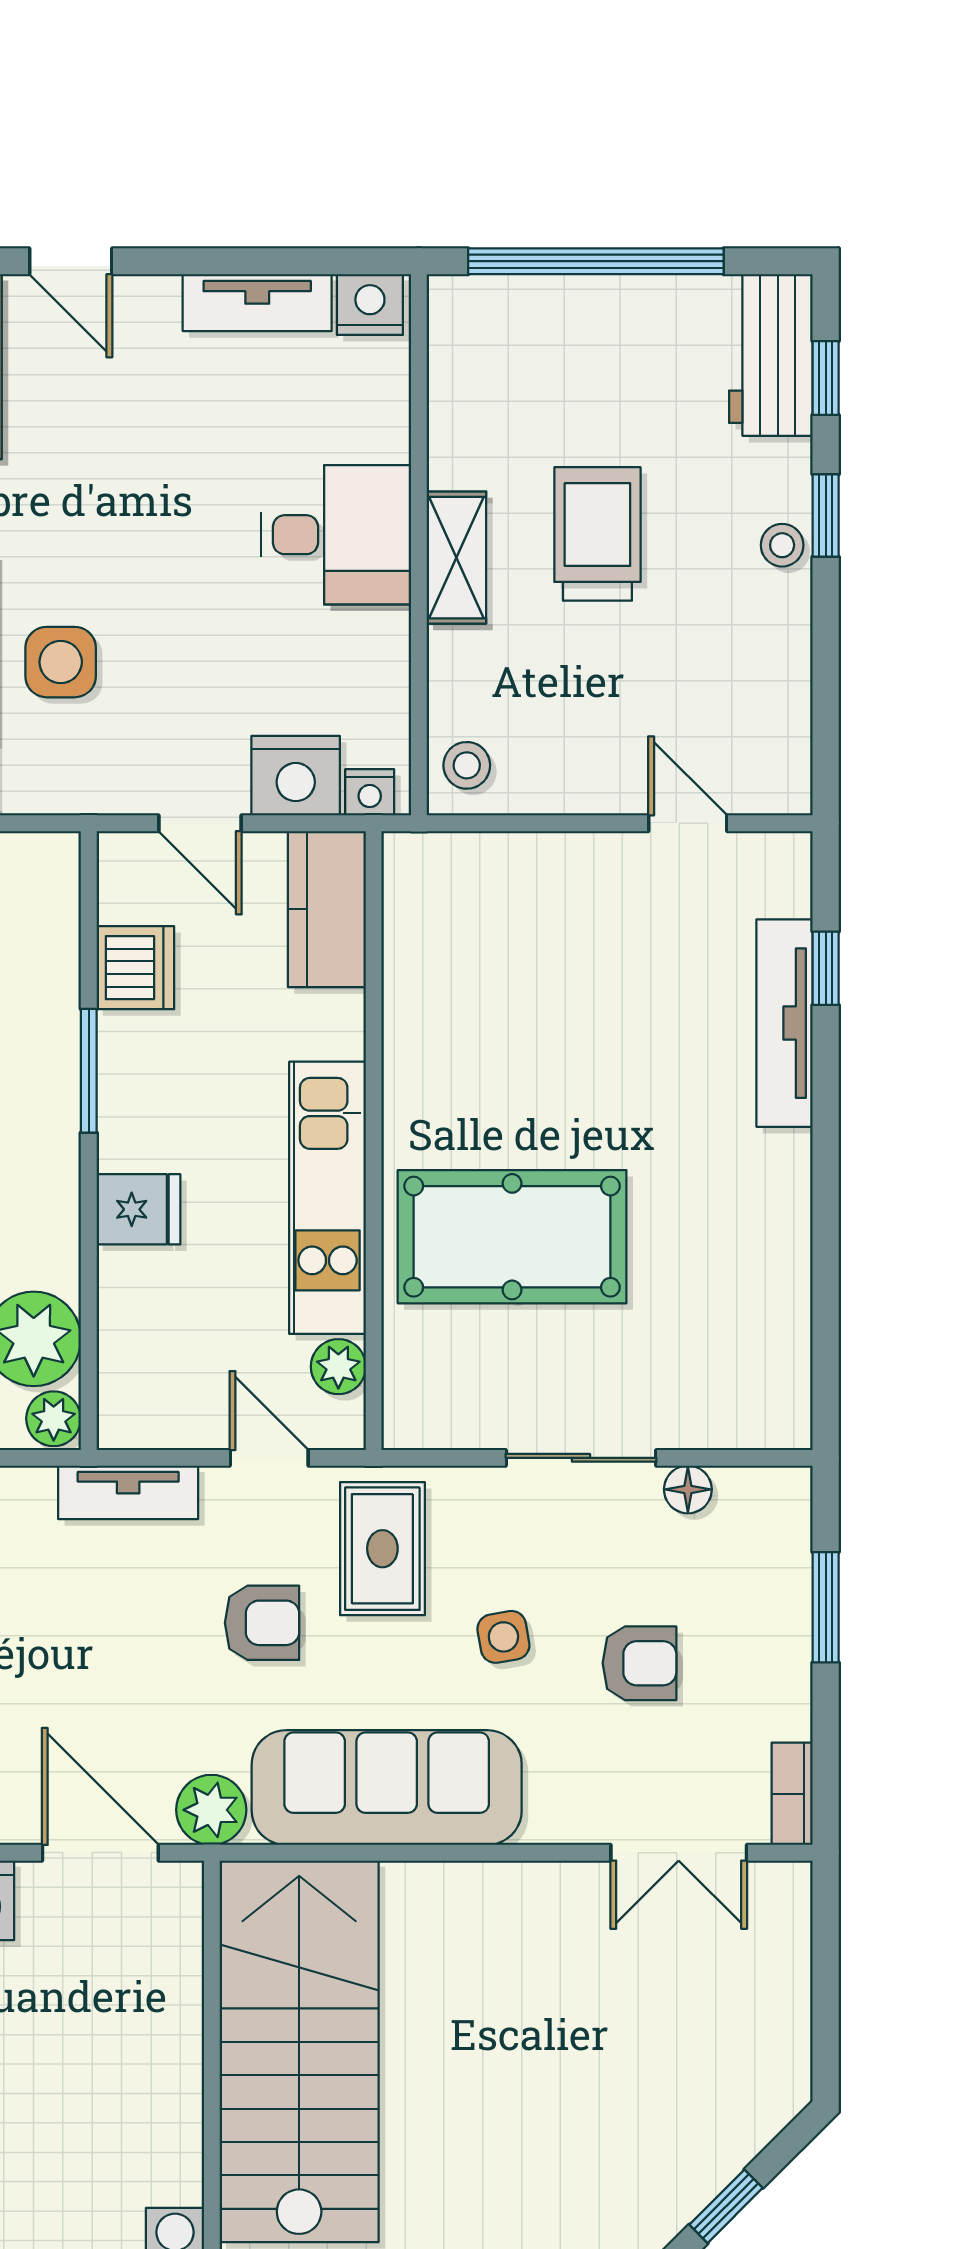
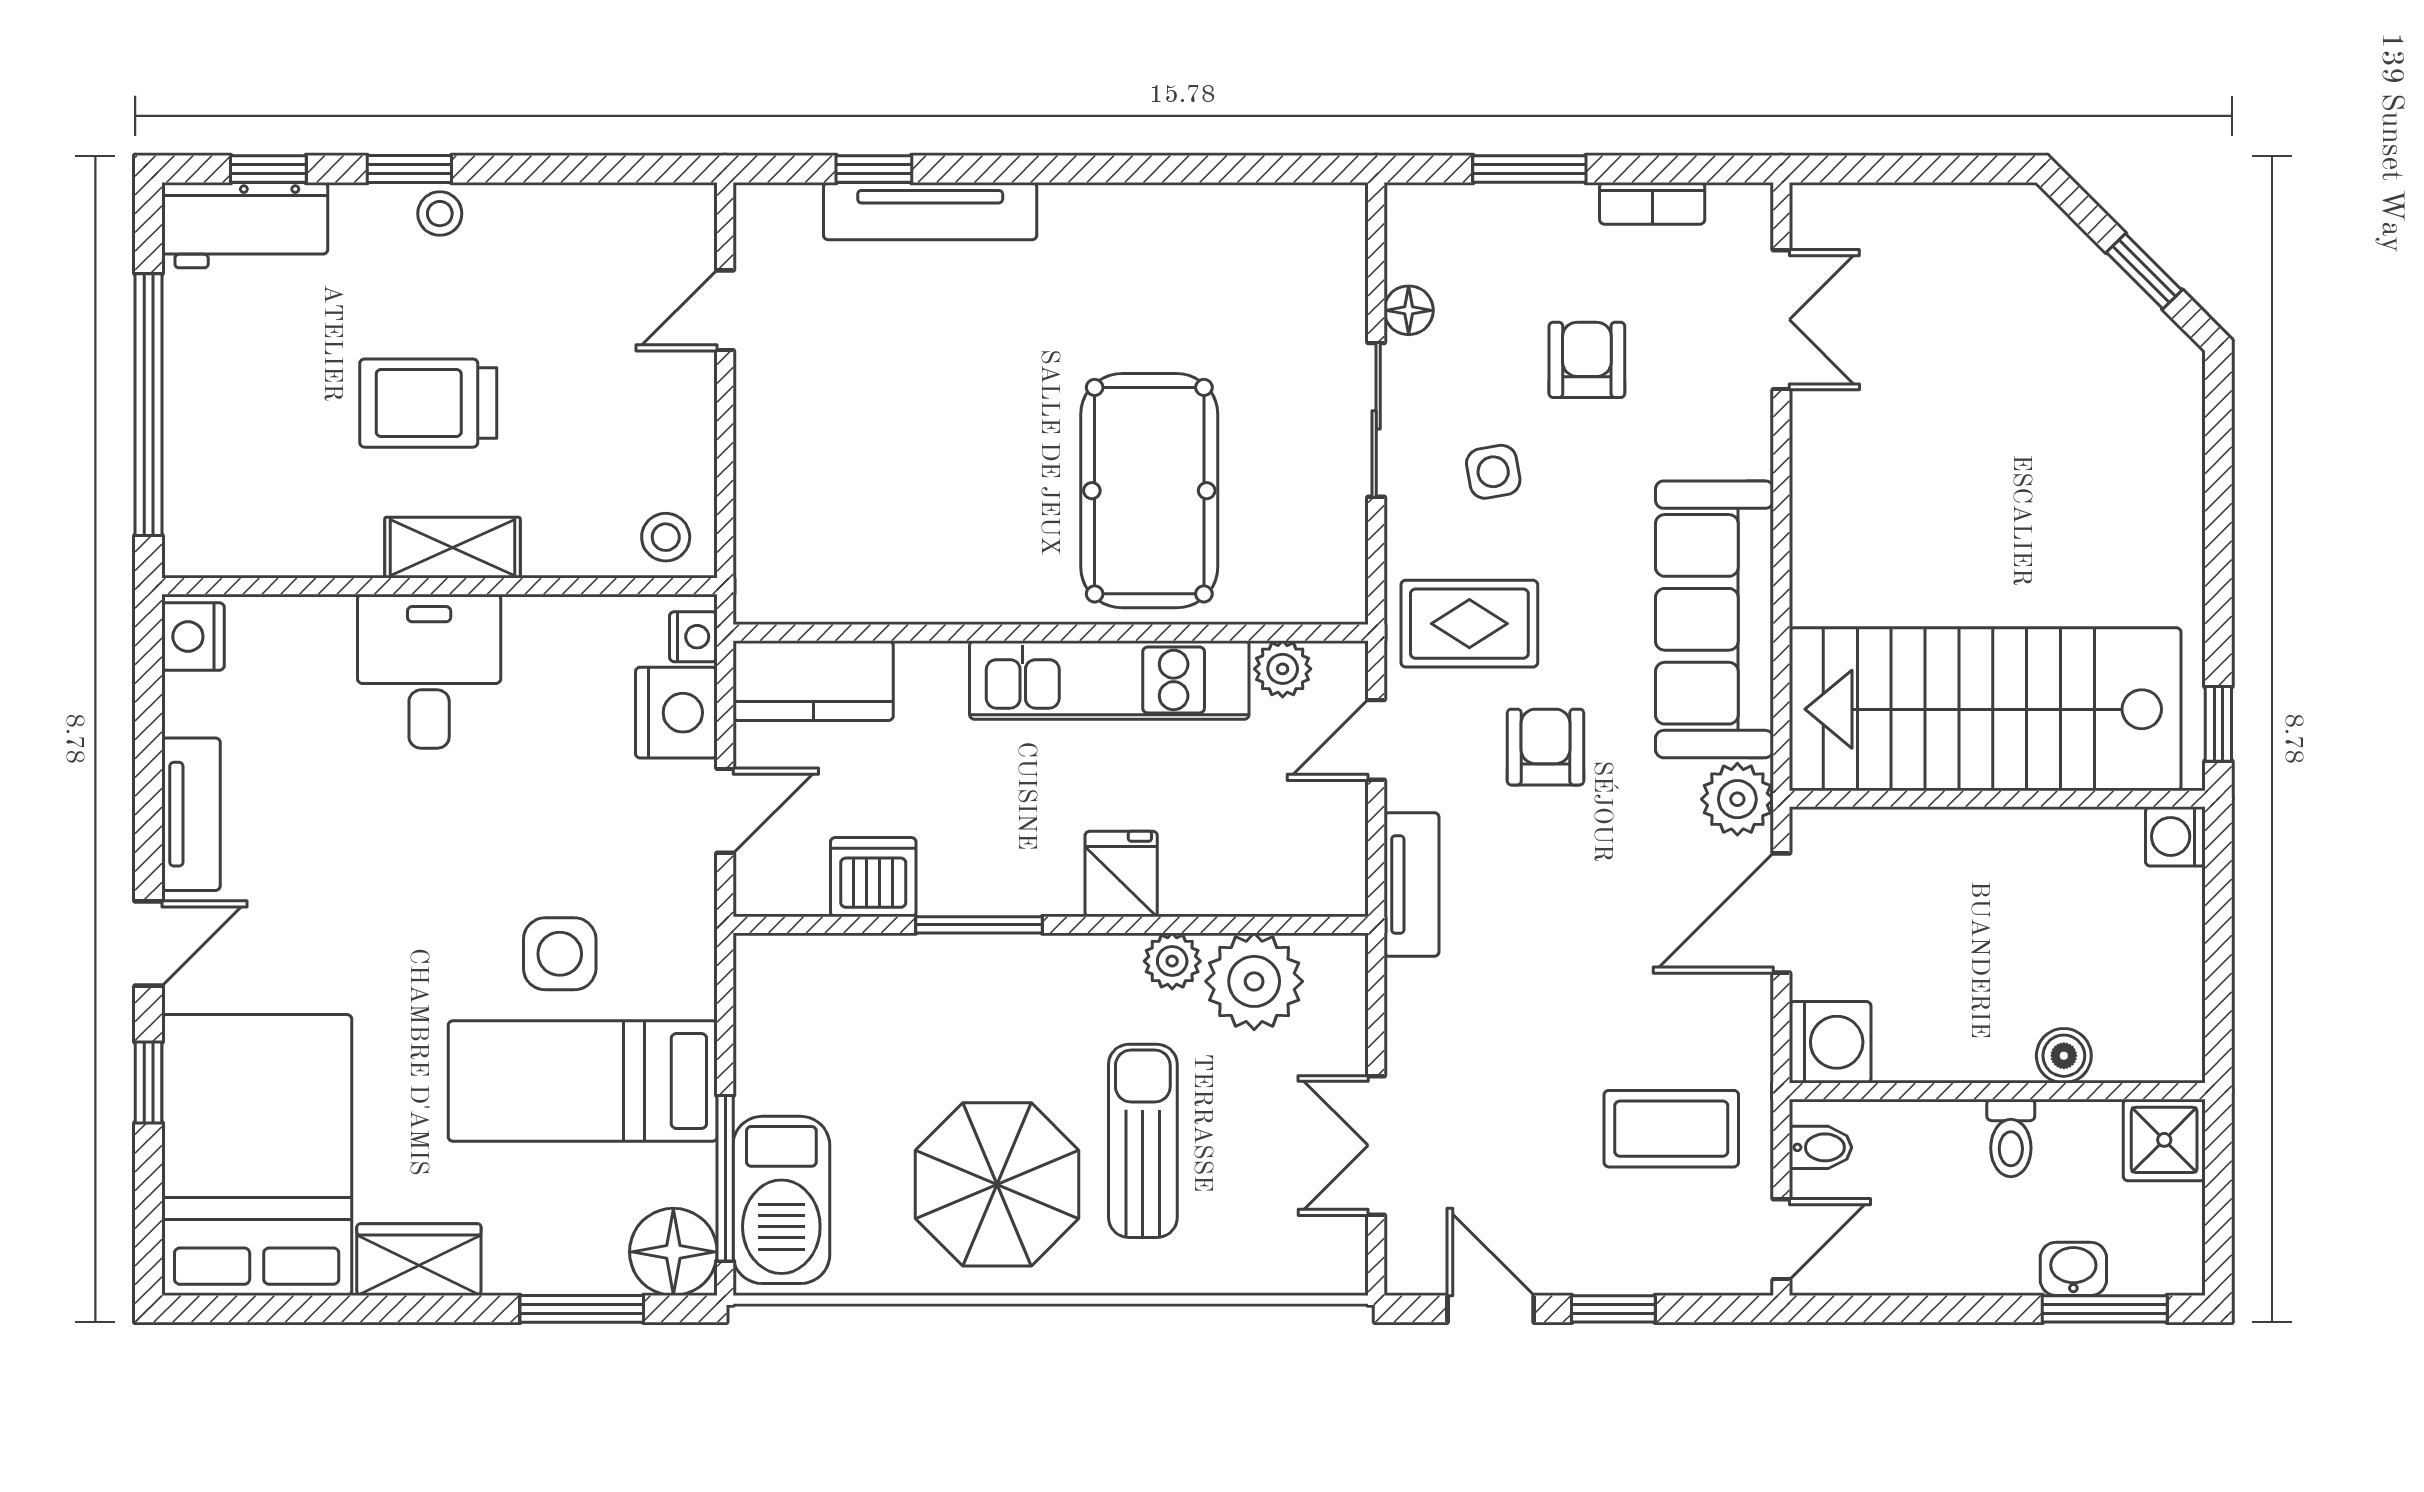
tv unit: (257, 303) -> (191, 814), moved
plant: (54, 1419) -> (1172, 961), moved
side table: (503, 1637) -> (1493, 472), moved
bookcase: (792, 1794) -> (1652, 203), moved

